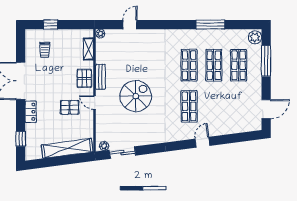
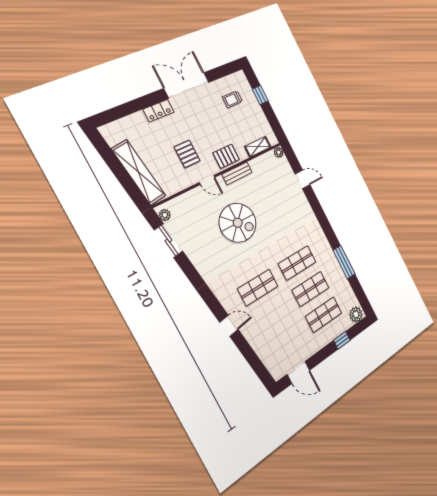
window: (266, 61) -> (342, 340), width x0.46
door: (94, 103) -> (207, 180), swing flipped
window: (21, 139) -> (120, 111), removed

